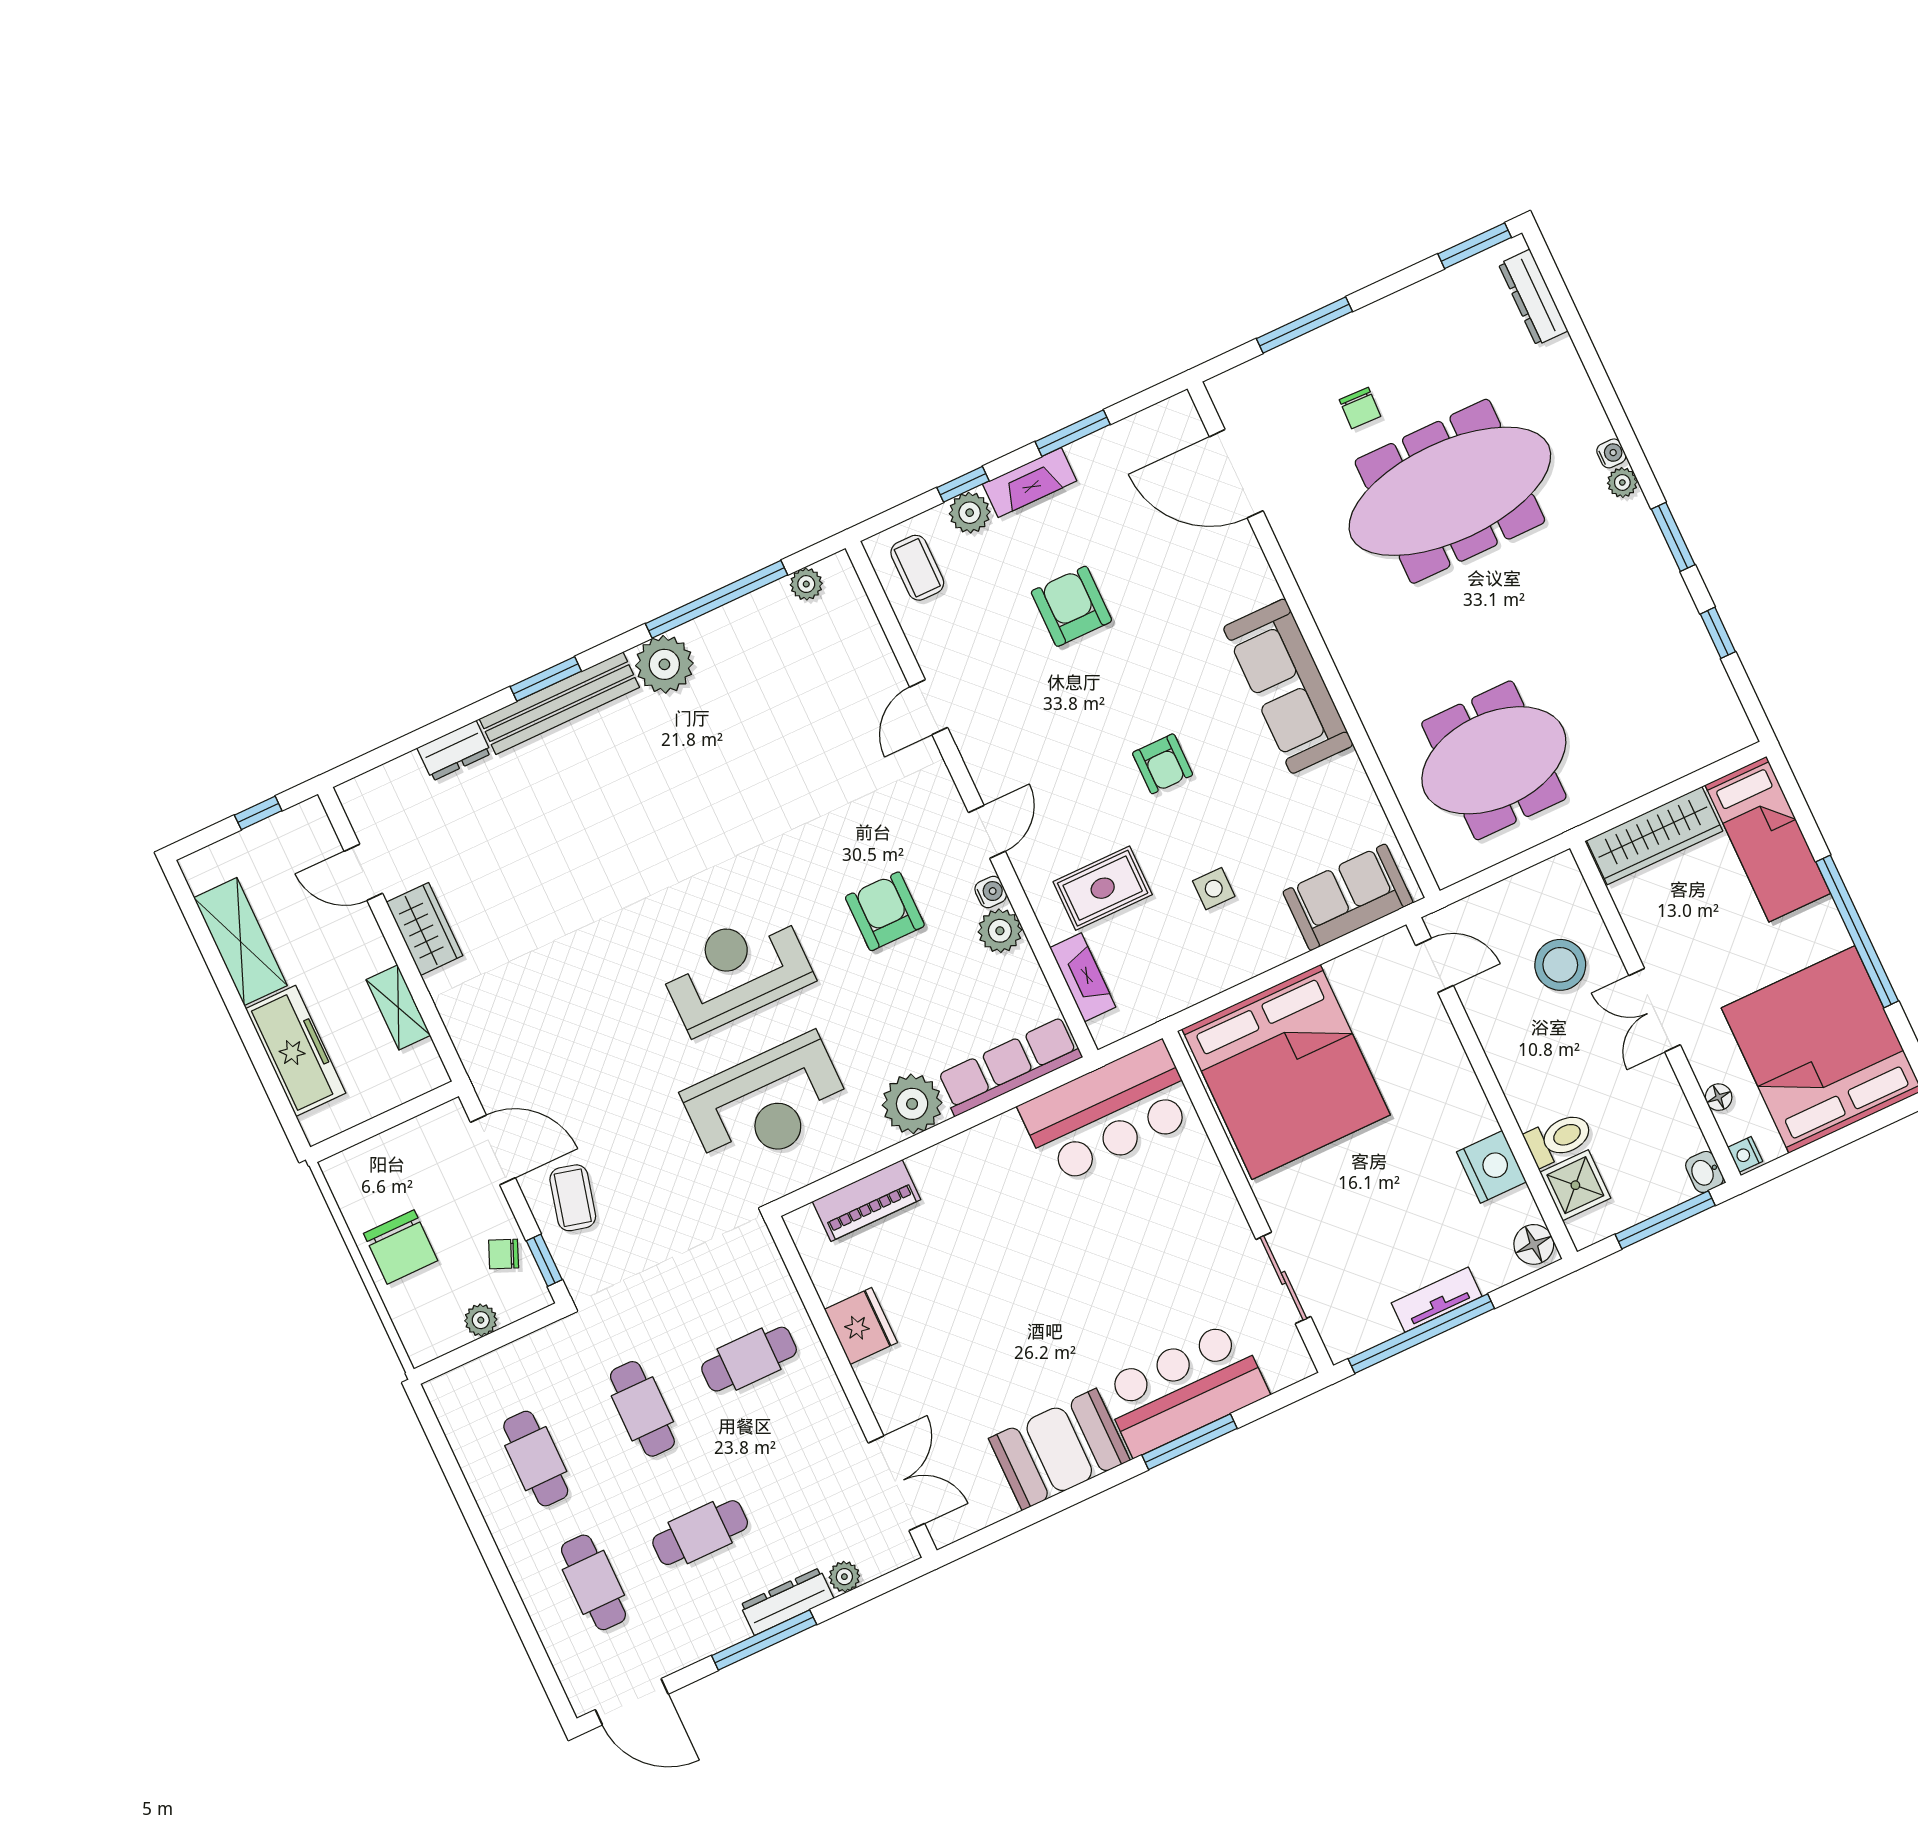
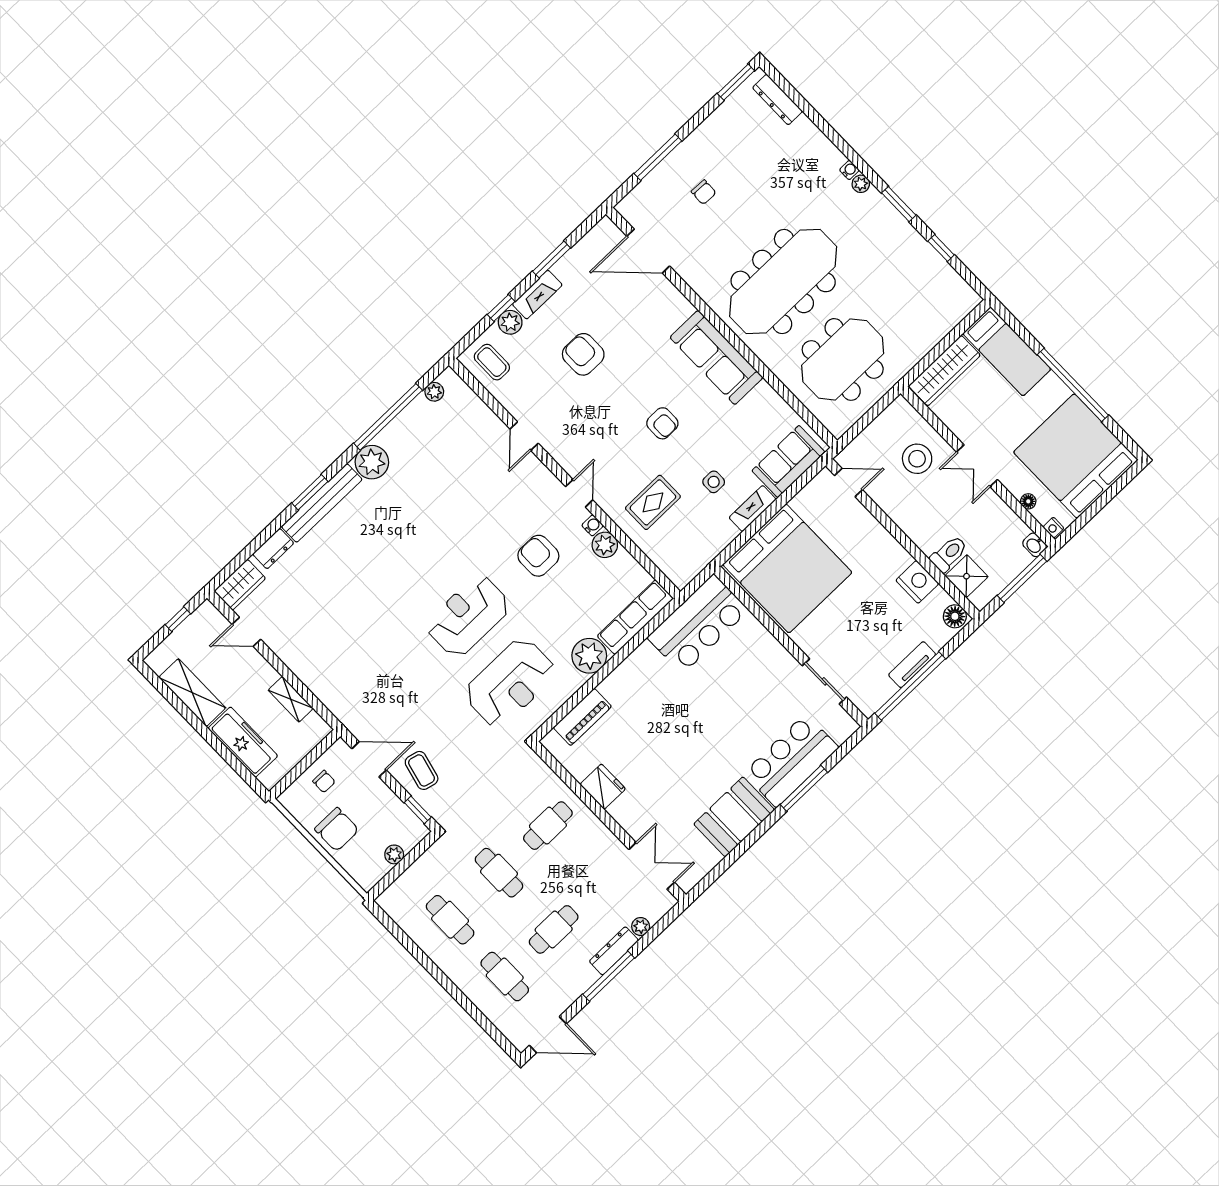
meeting table: (1450, 491) -> (783, 281), moved
wardrobe: (425, 929) -> (240, 585), moved, turned 90
fireplace: (1083, 977) -> (753, 509), moved, turned -90
chair: (504, 1254) -> (324, 782), moved, turned -113

